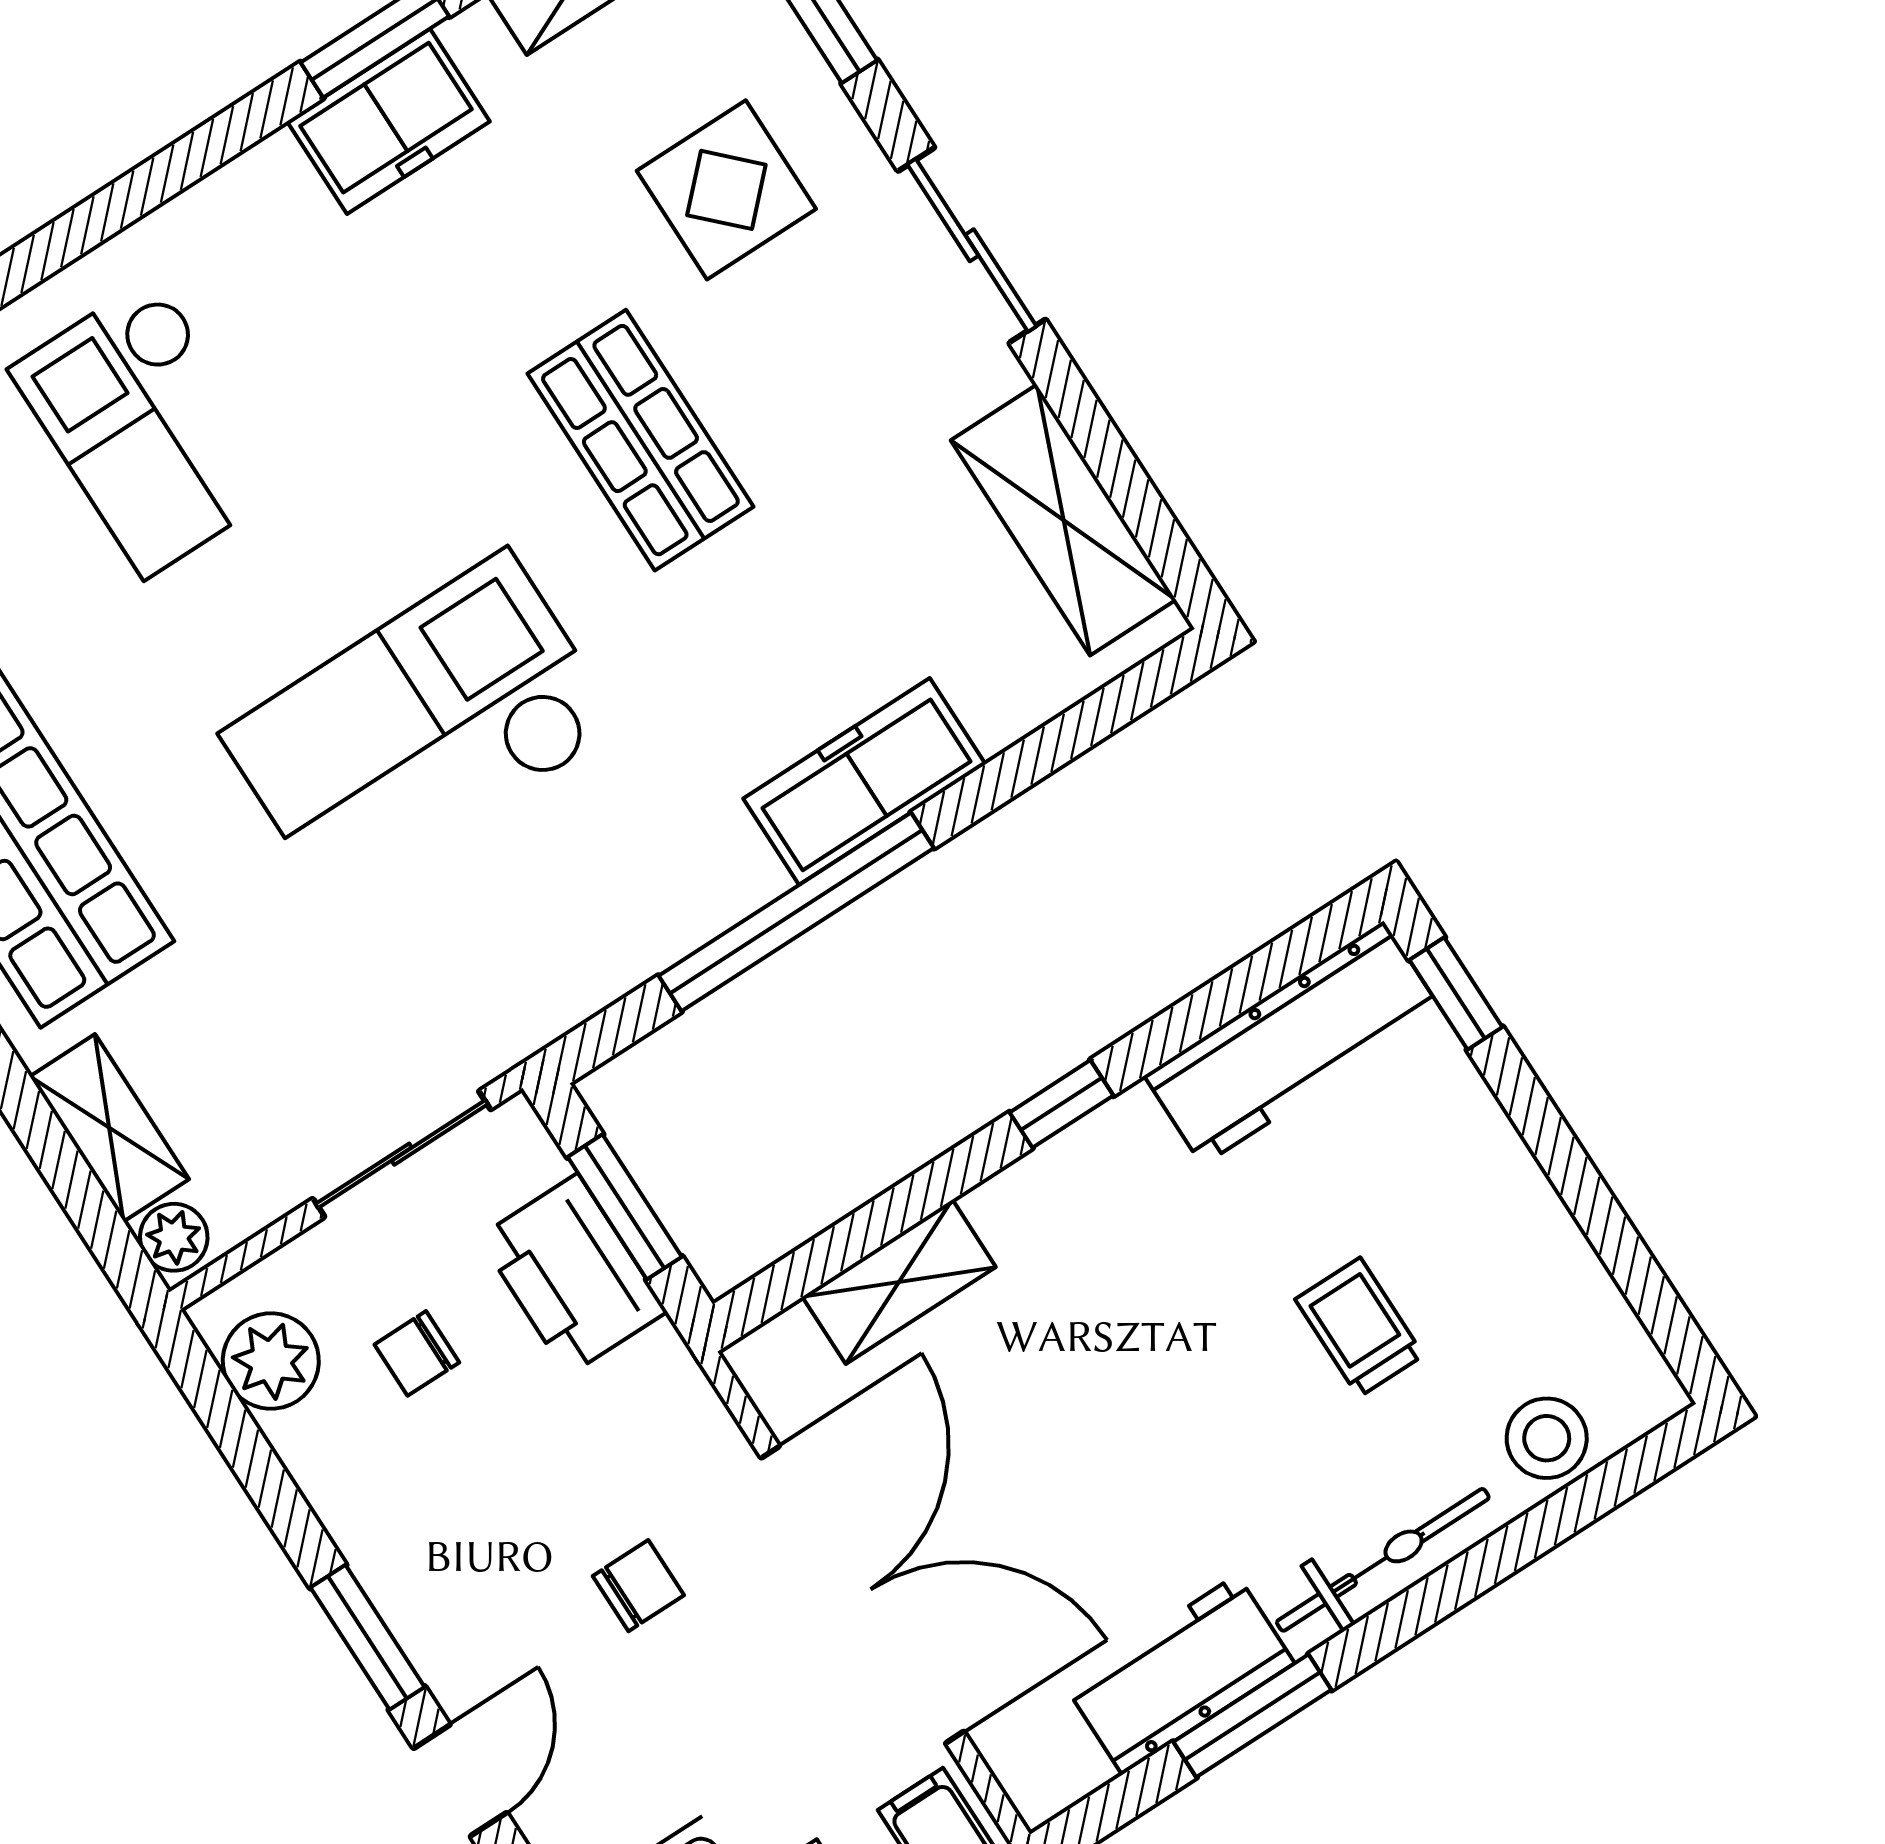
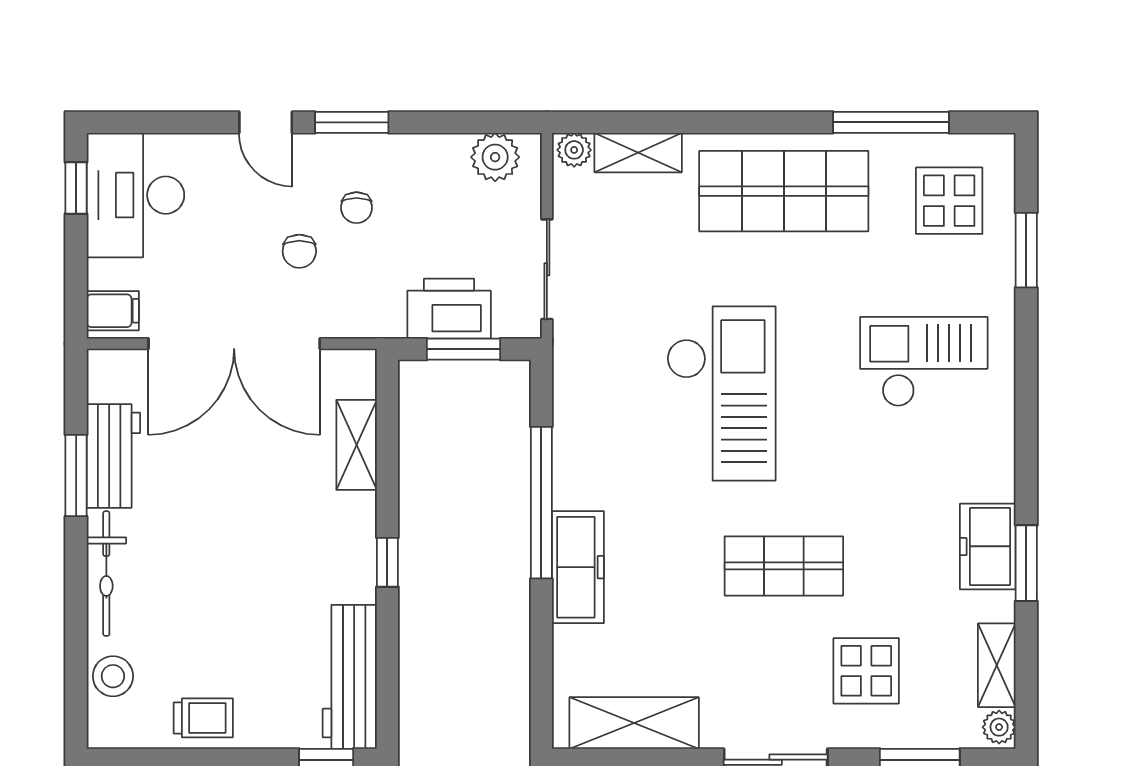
trolley: (1359, 1327) -> (203, 718), moved
chair: (417, 1353) -> (356, 208), moved, turned 180

